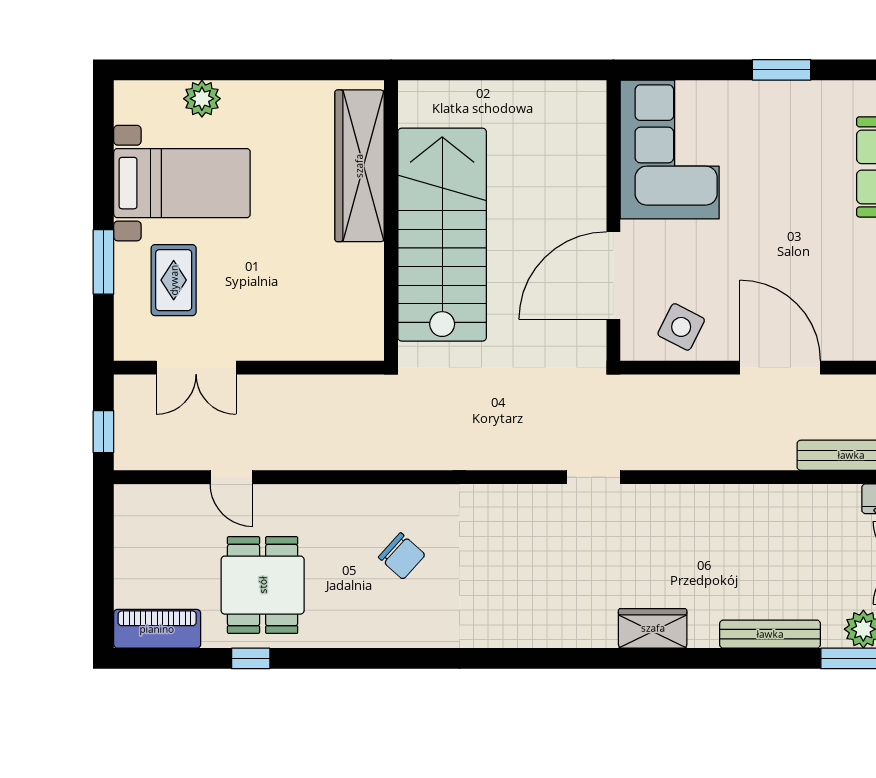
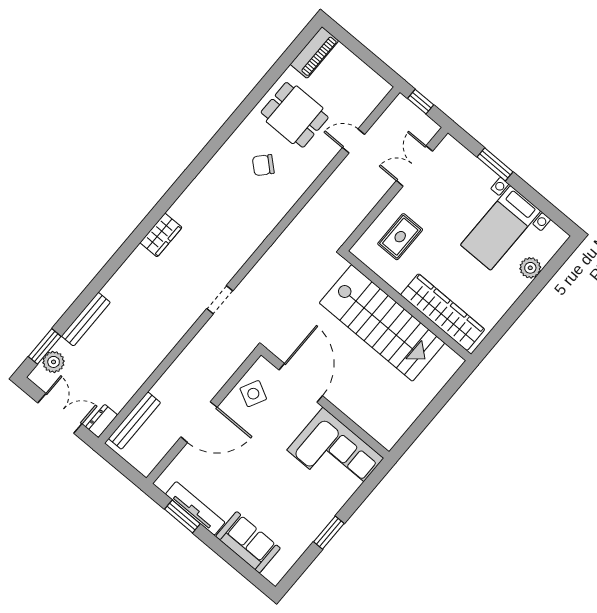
rug: (174, 280) -> (400, 237), moved, turned 90
chair: (402, 556) -> (263, 165), moved
wardrobe: (653, 628) -> (161, 235), moved
window: (251, 658) -> (267, 83), removed

